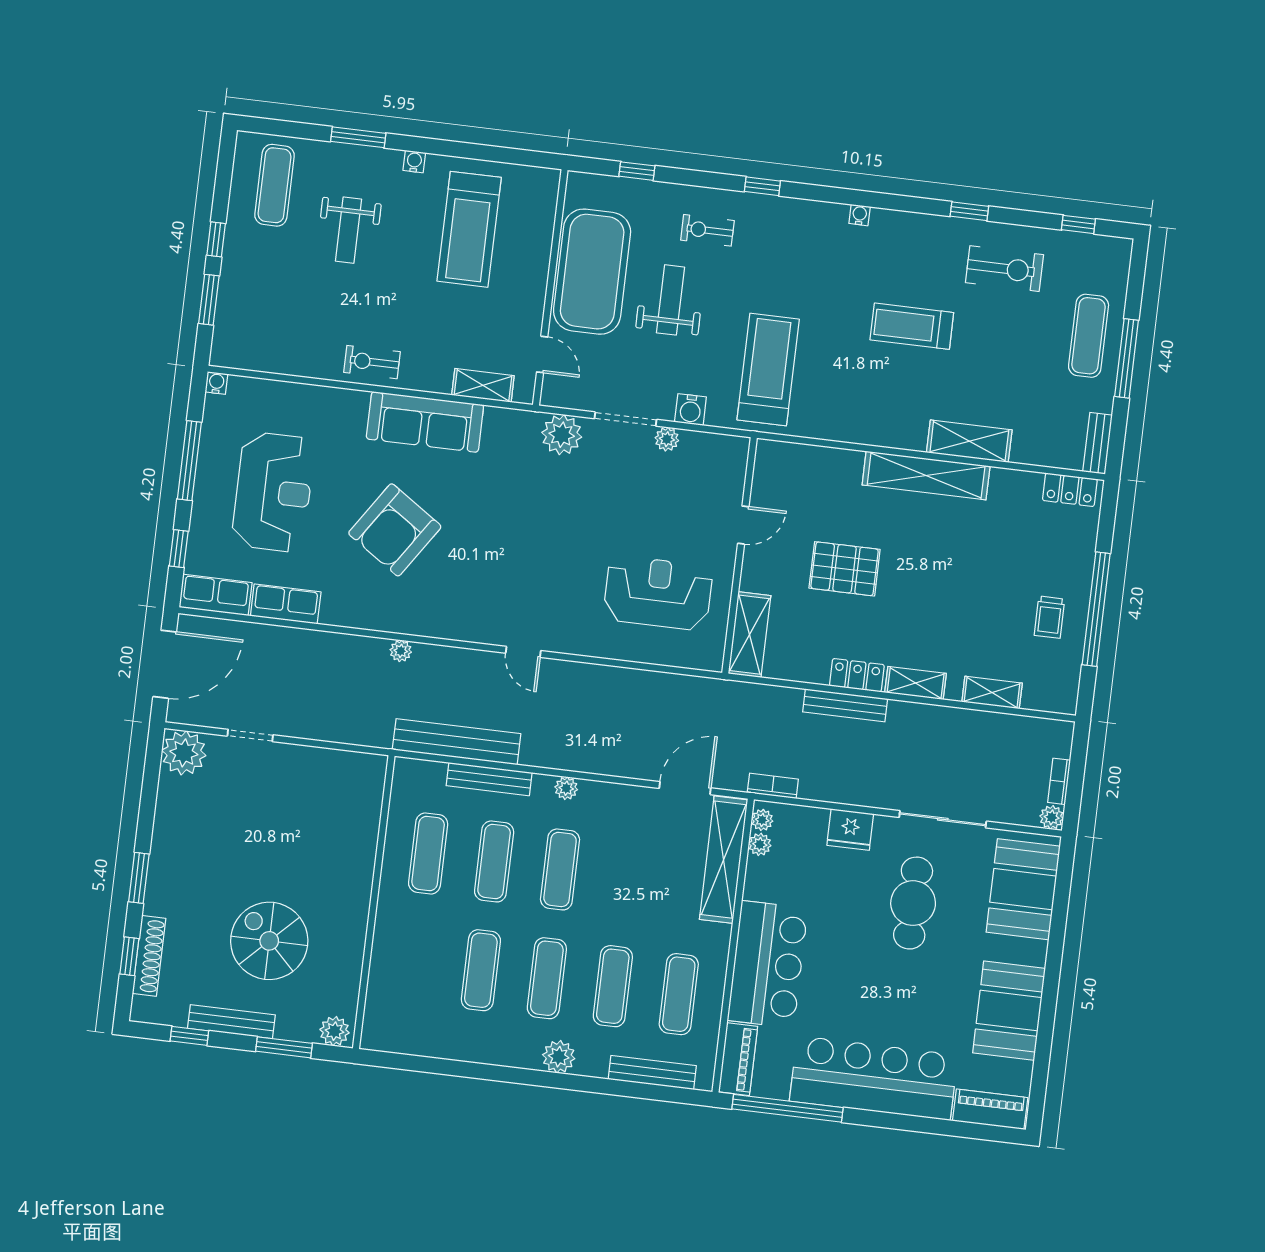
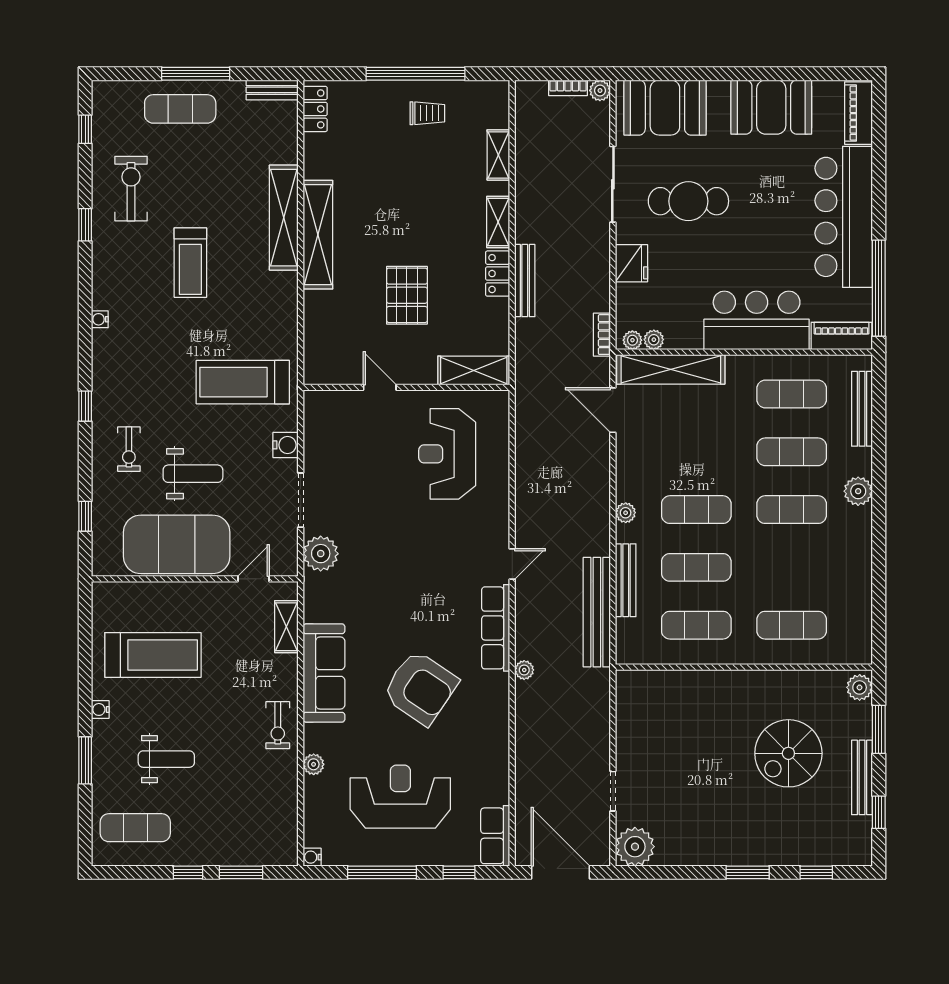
weight bench: (670, 300) -> (193, 474), turned 180
plant: (667, 439) -> (314, 764), moved
shelving: (969, 441) -> (284, 218), width x1.47
row of seats: (286, 604) -> (496, 628), moved, width x1.48
shoe rack: (149, 956) -> (814, 856), removed
exercise mat: (481, 970) -> (792, 625), moved

